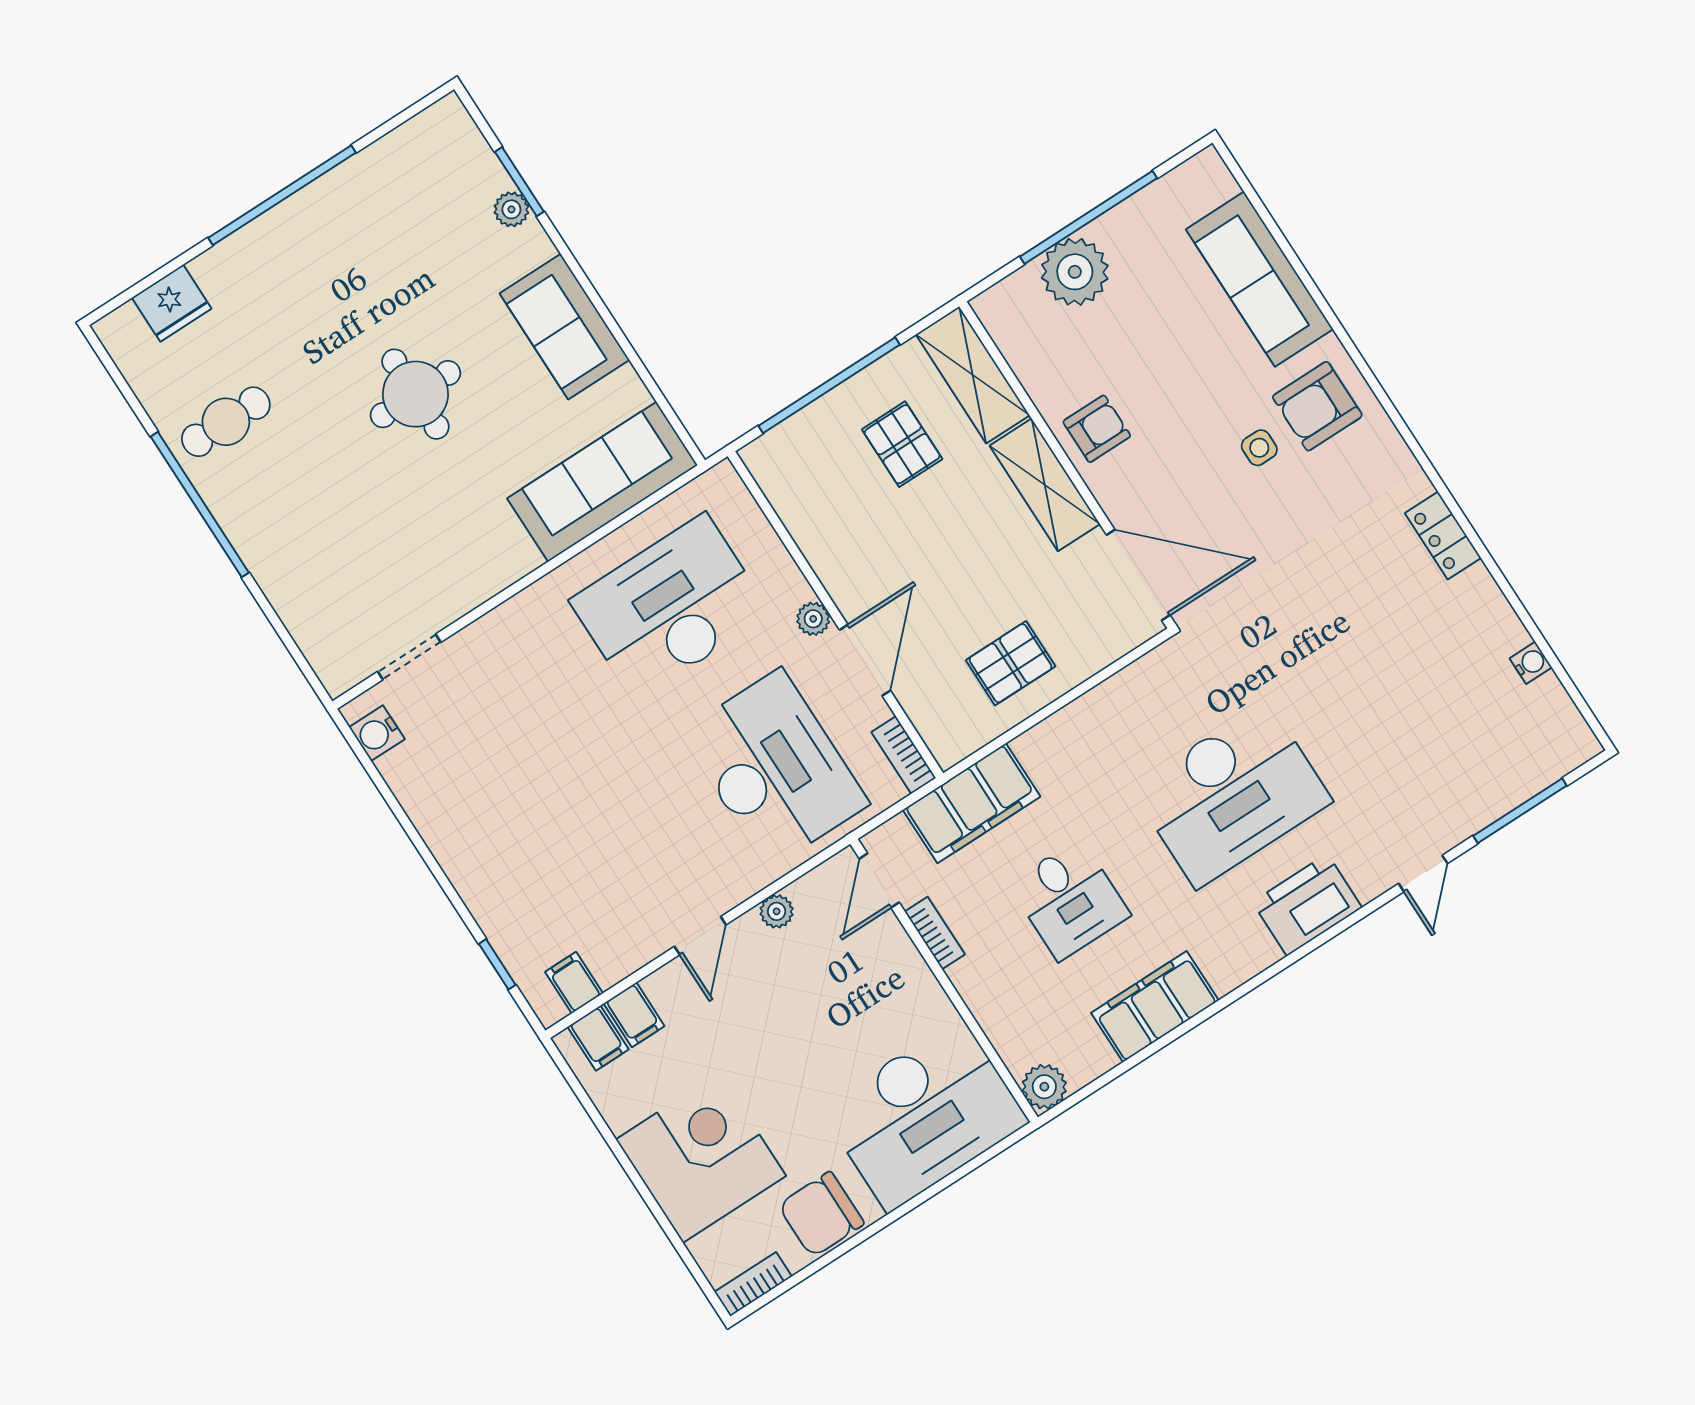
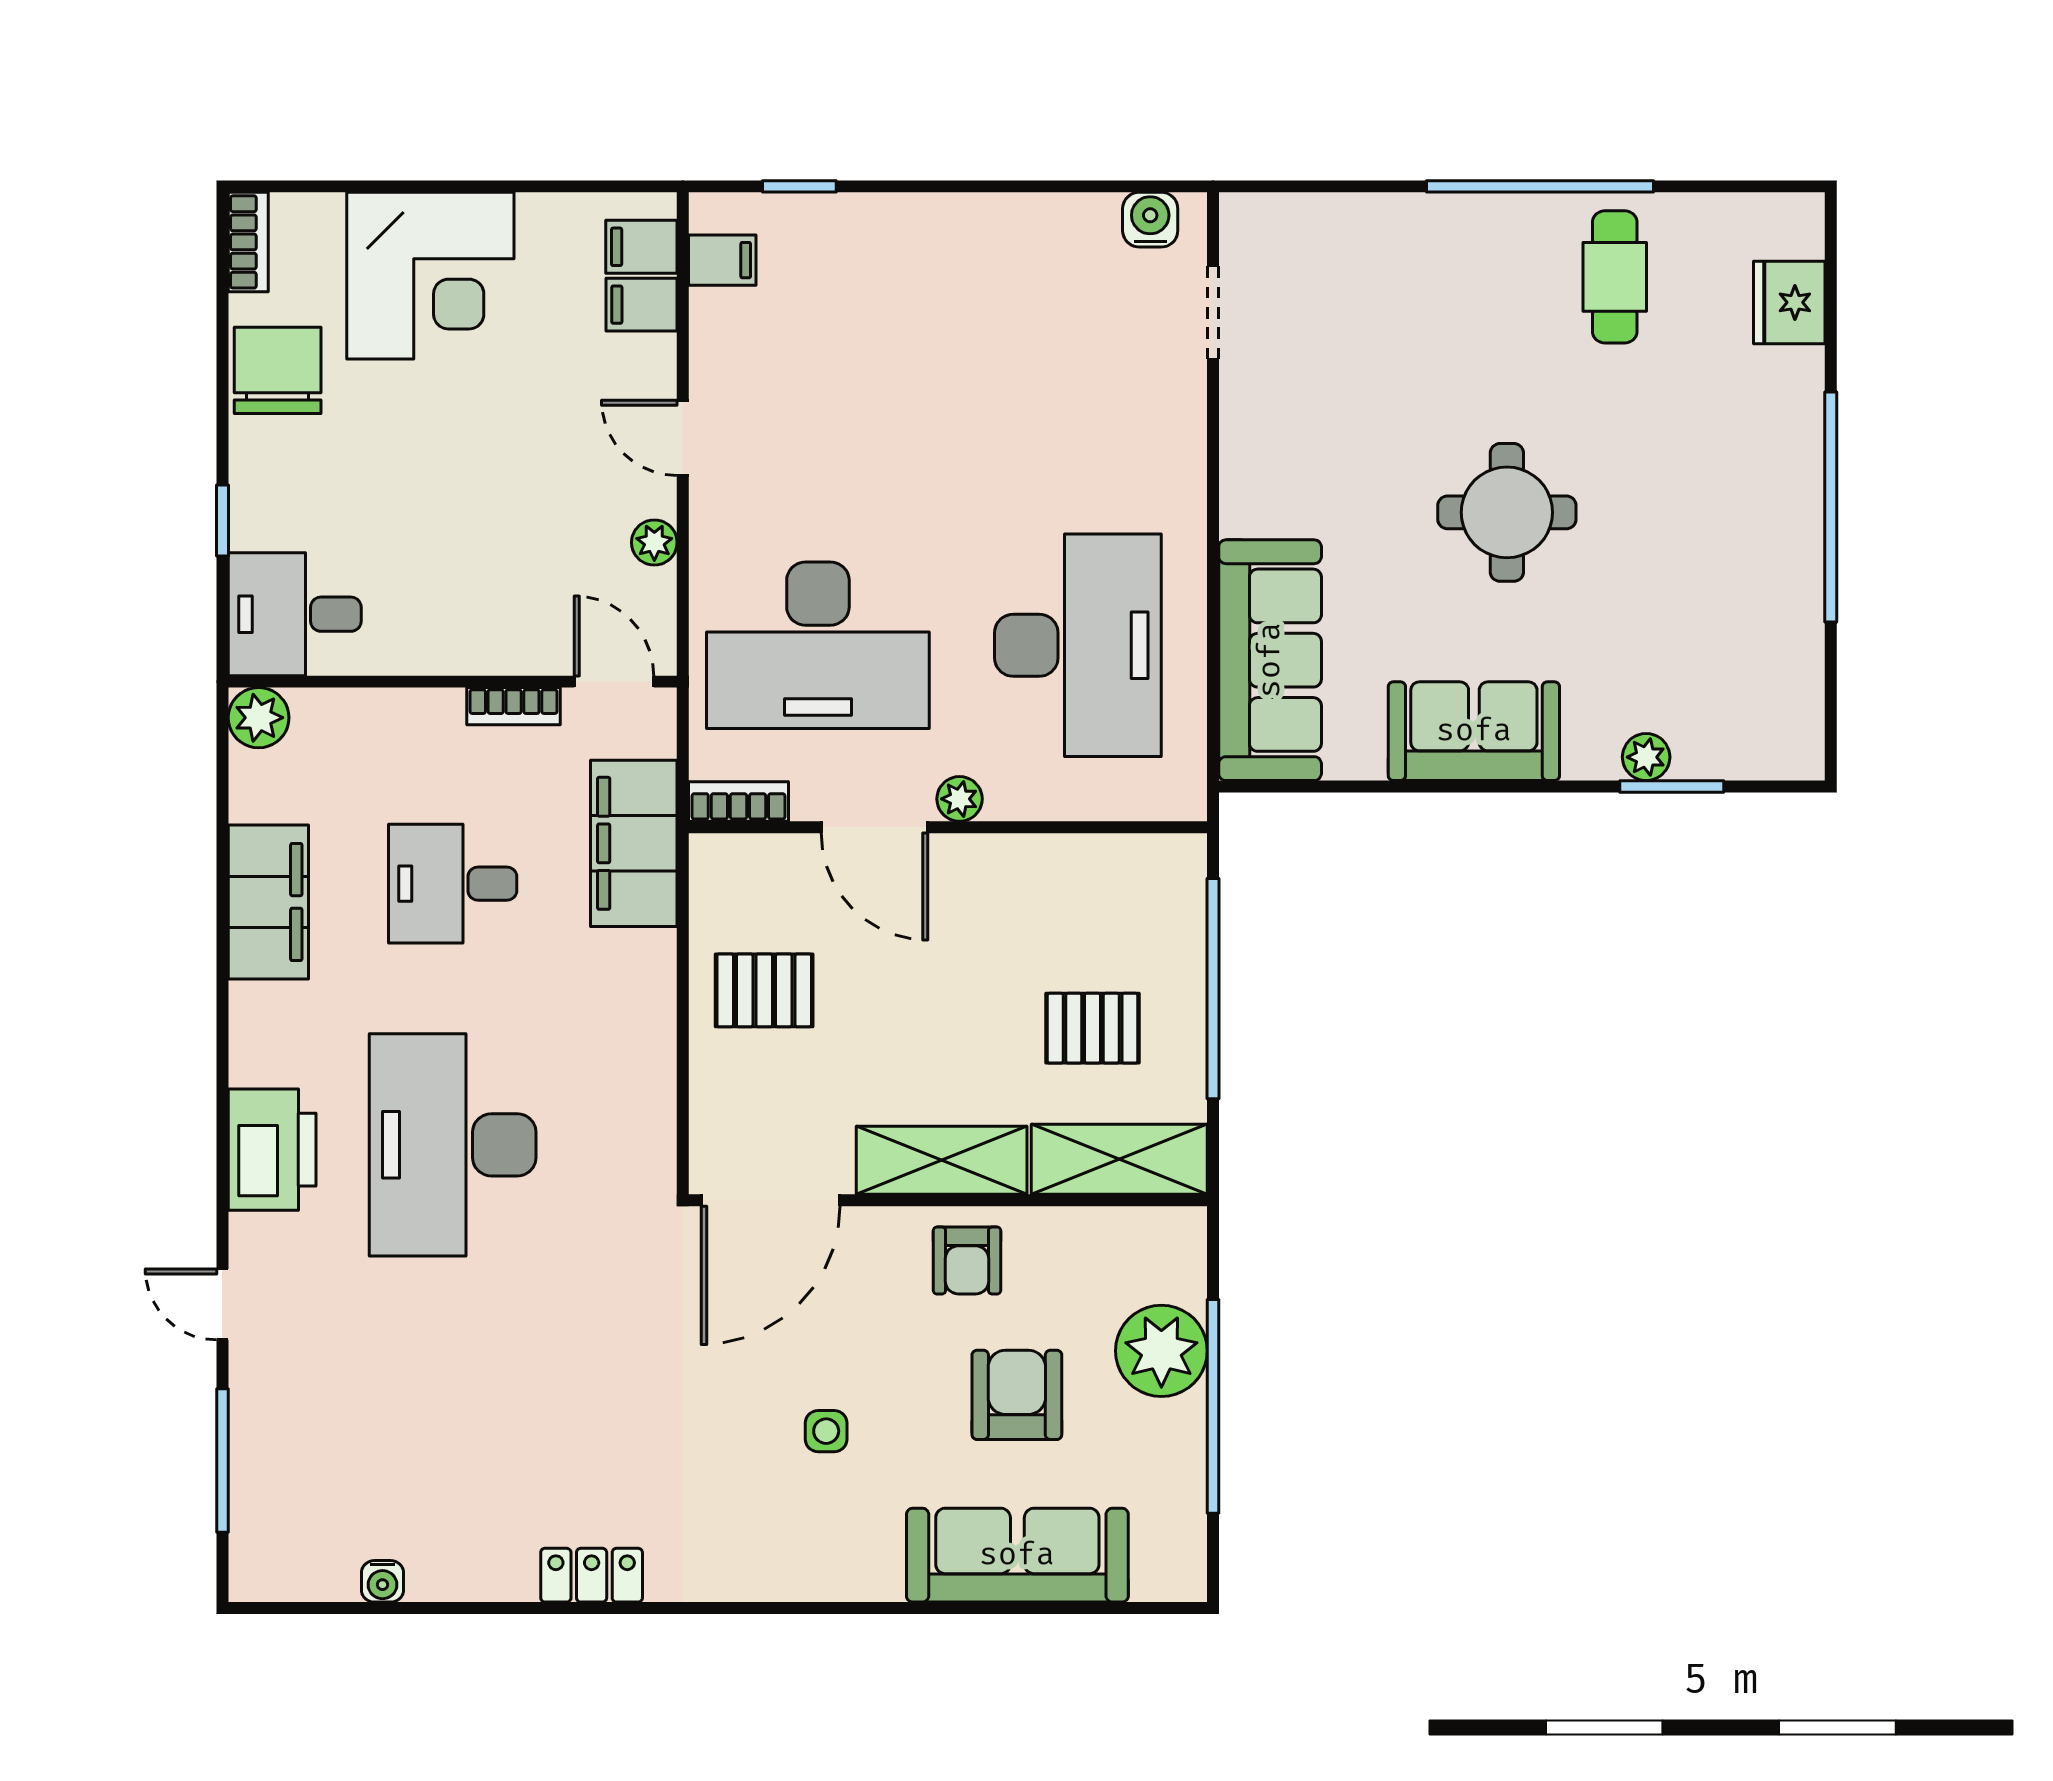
armchair: (1317, 406) -> (1017, 1395), moved
pallet: (1011, 663) -> (764, 990), turned 90
desk: (924, 1115) -> (295, 614), width x0.53, depth x0.77
window: (936, 1188) -> (222, 520), added

